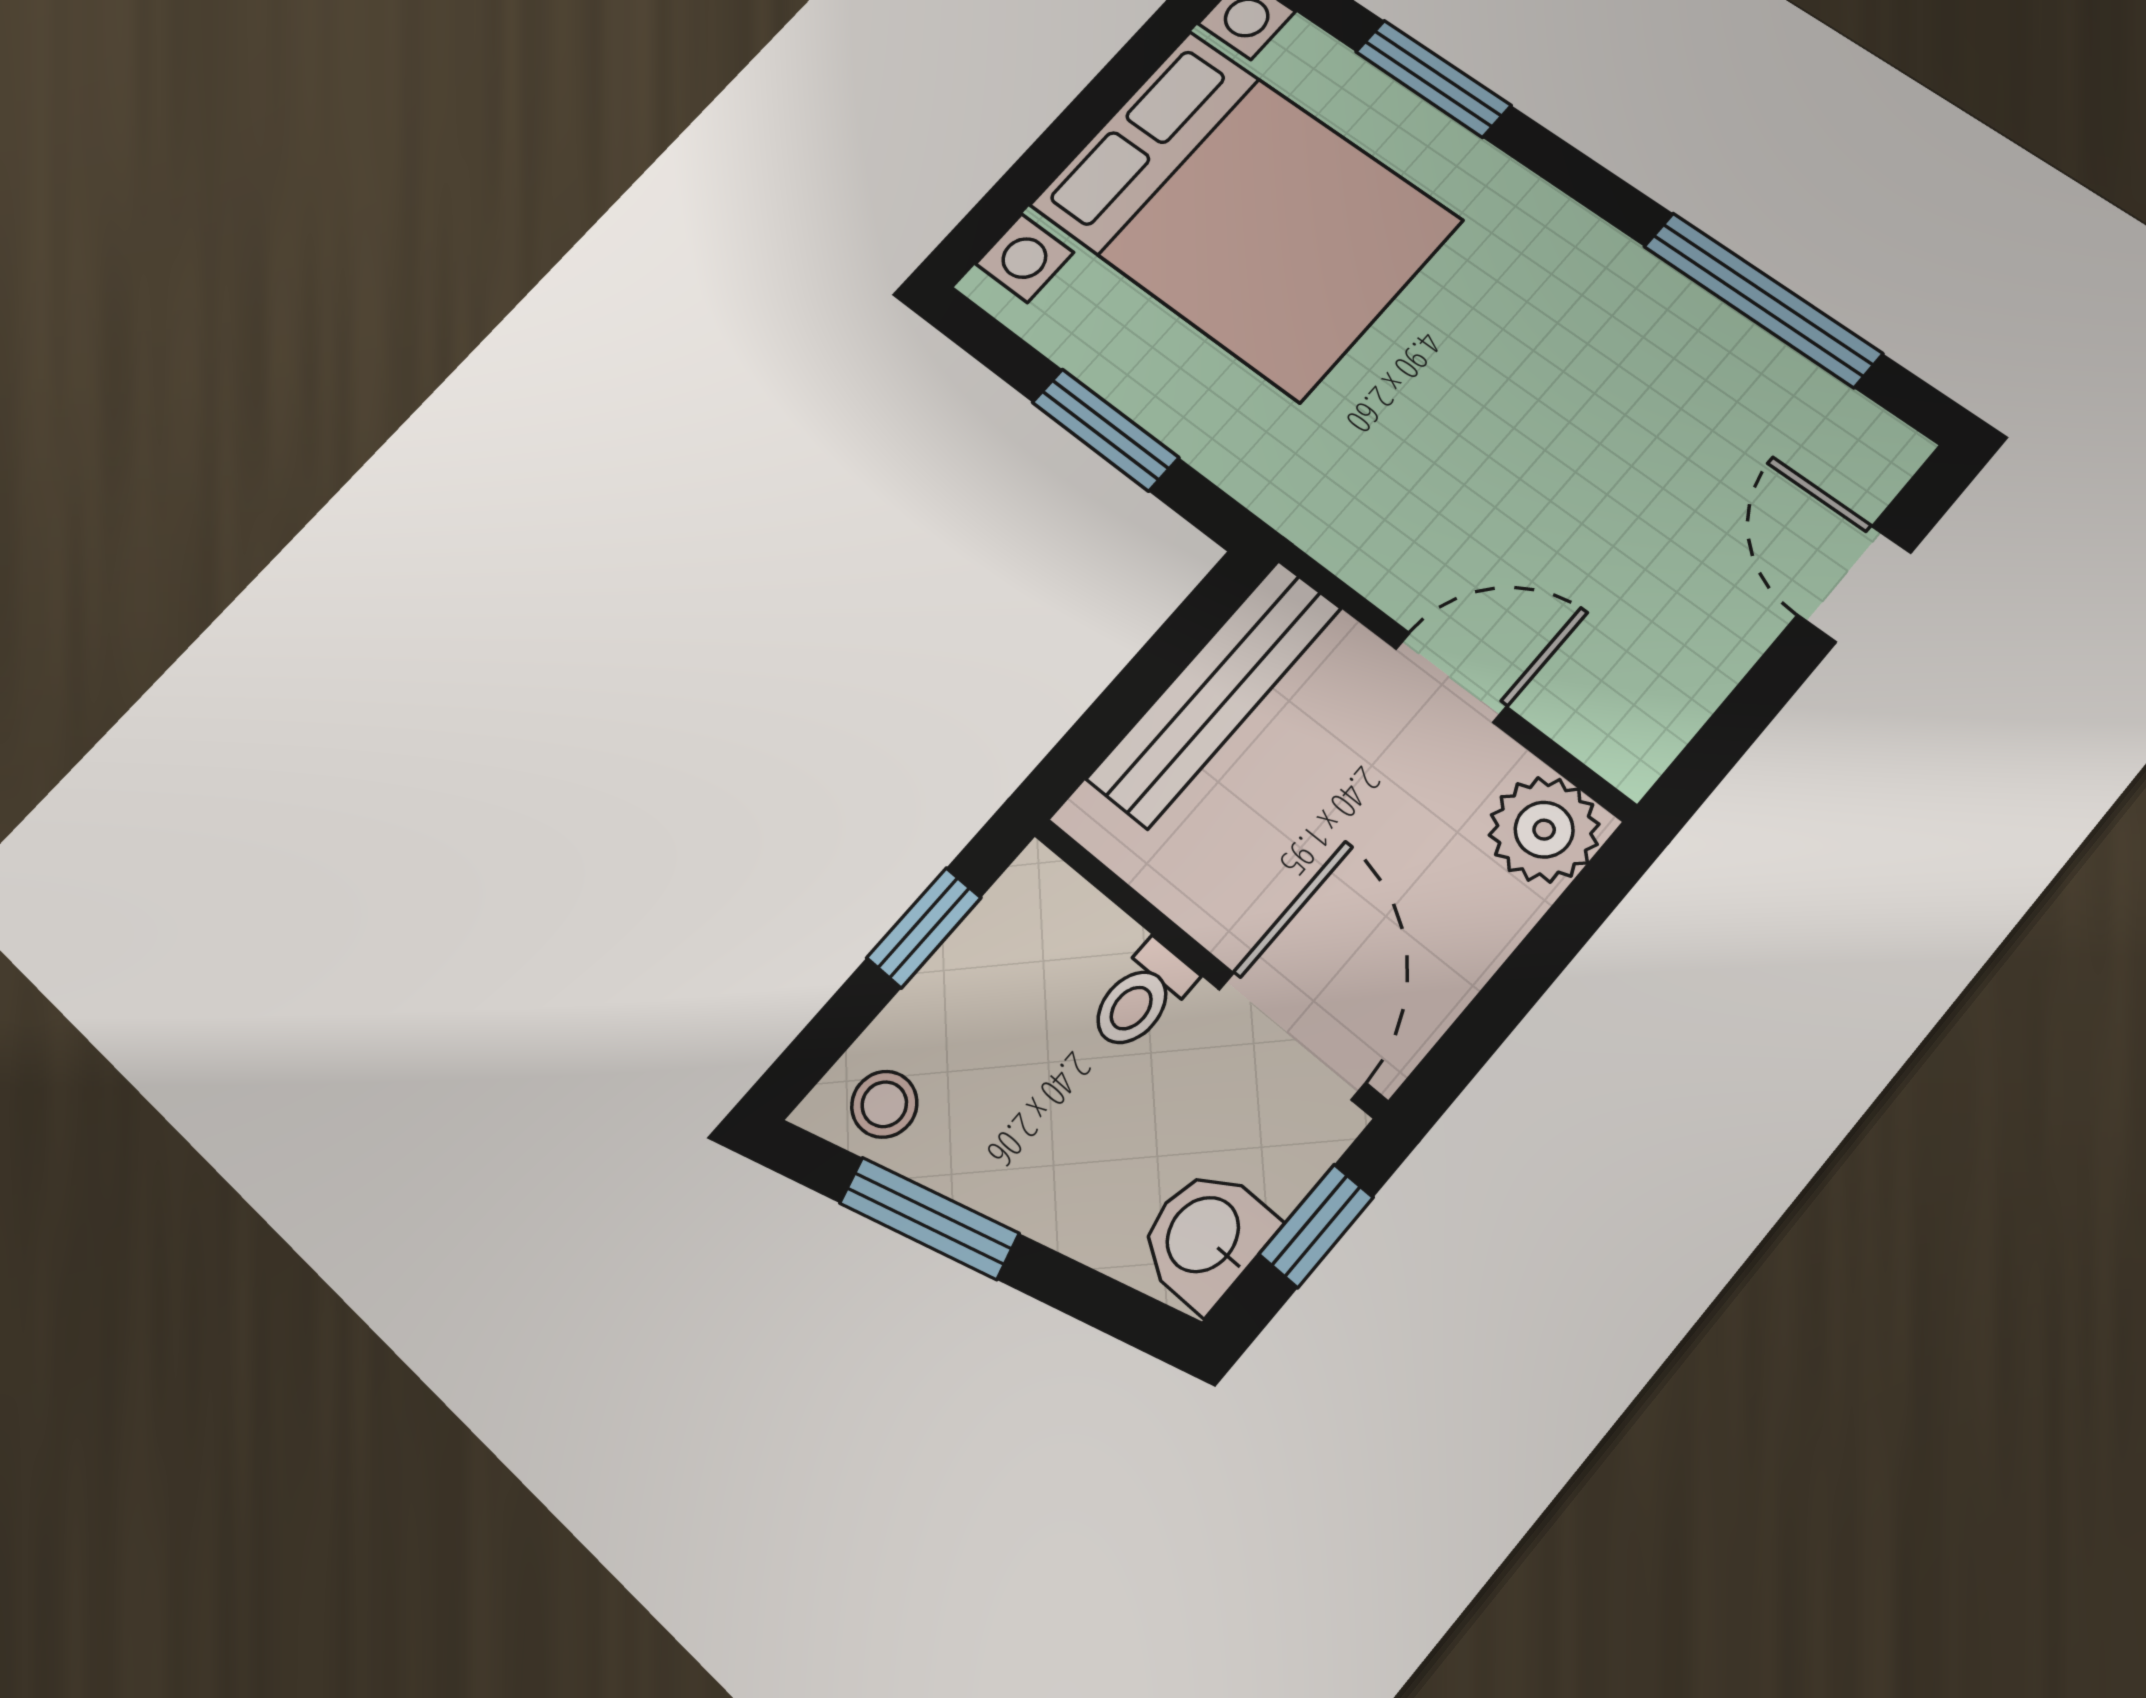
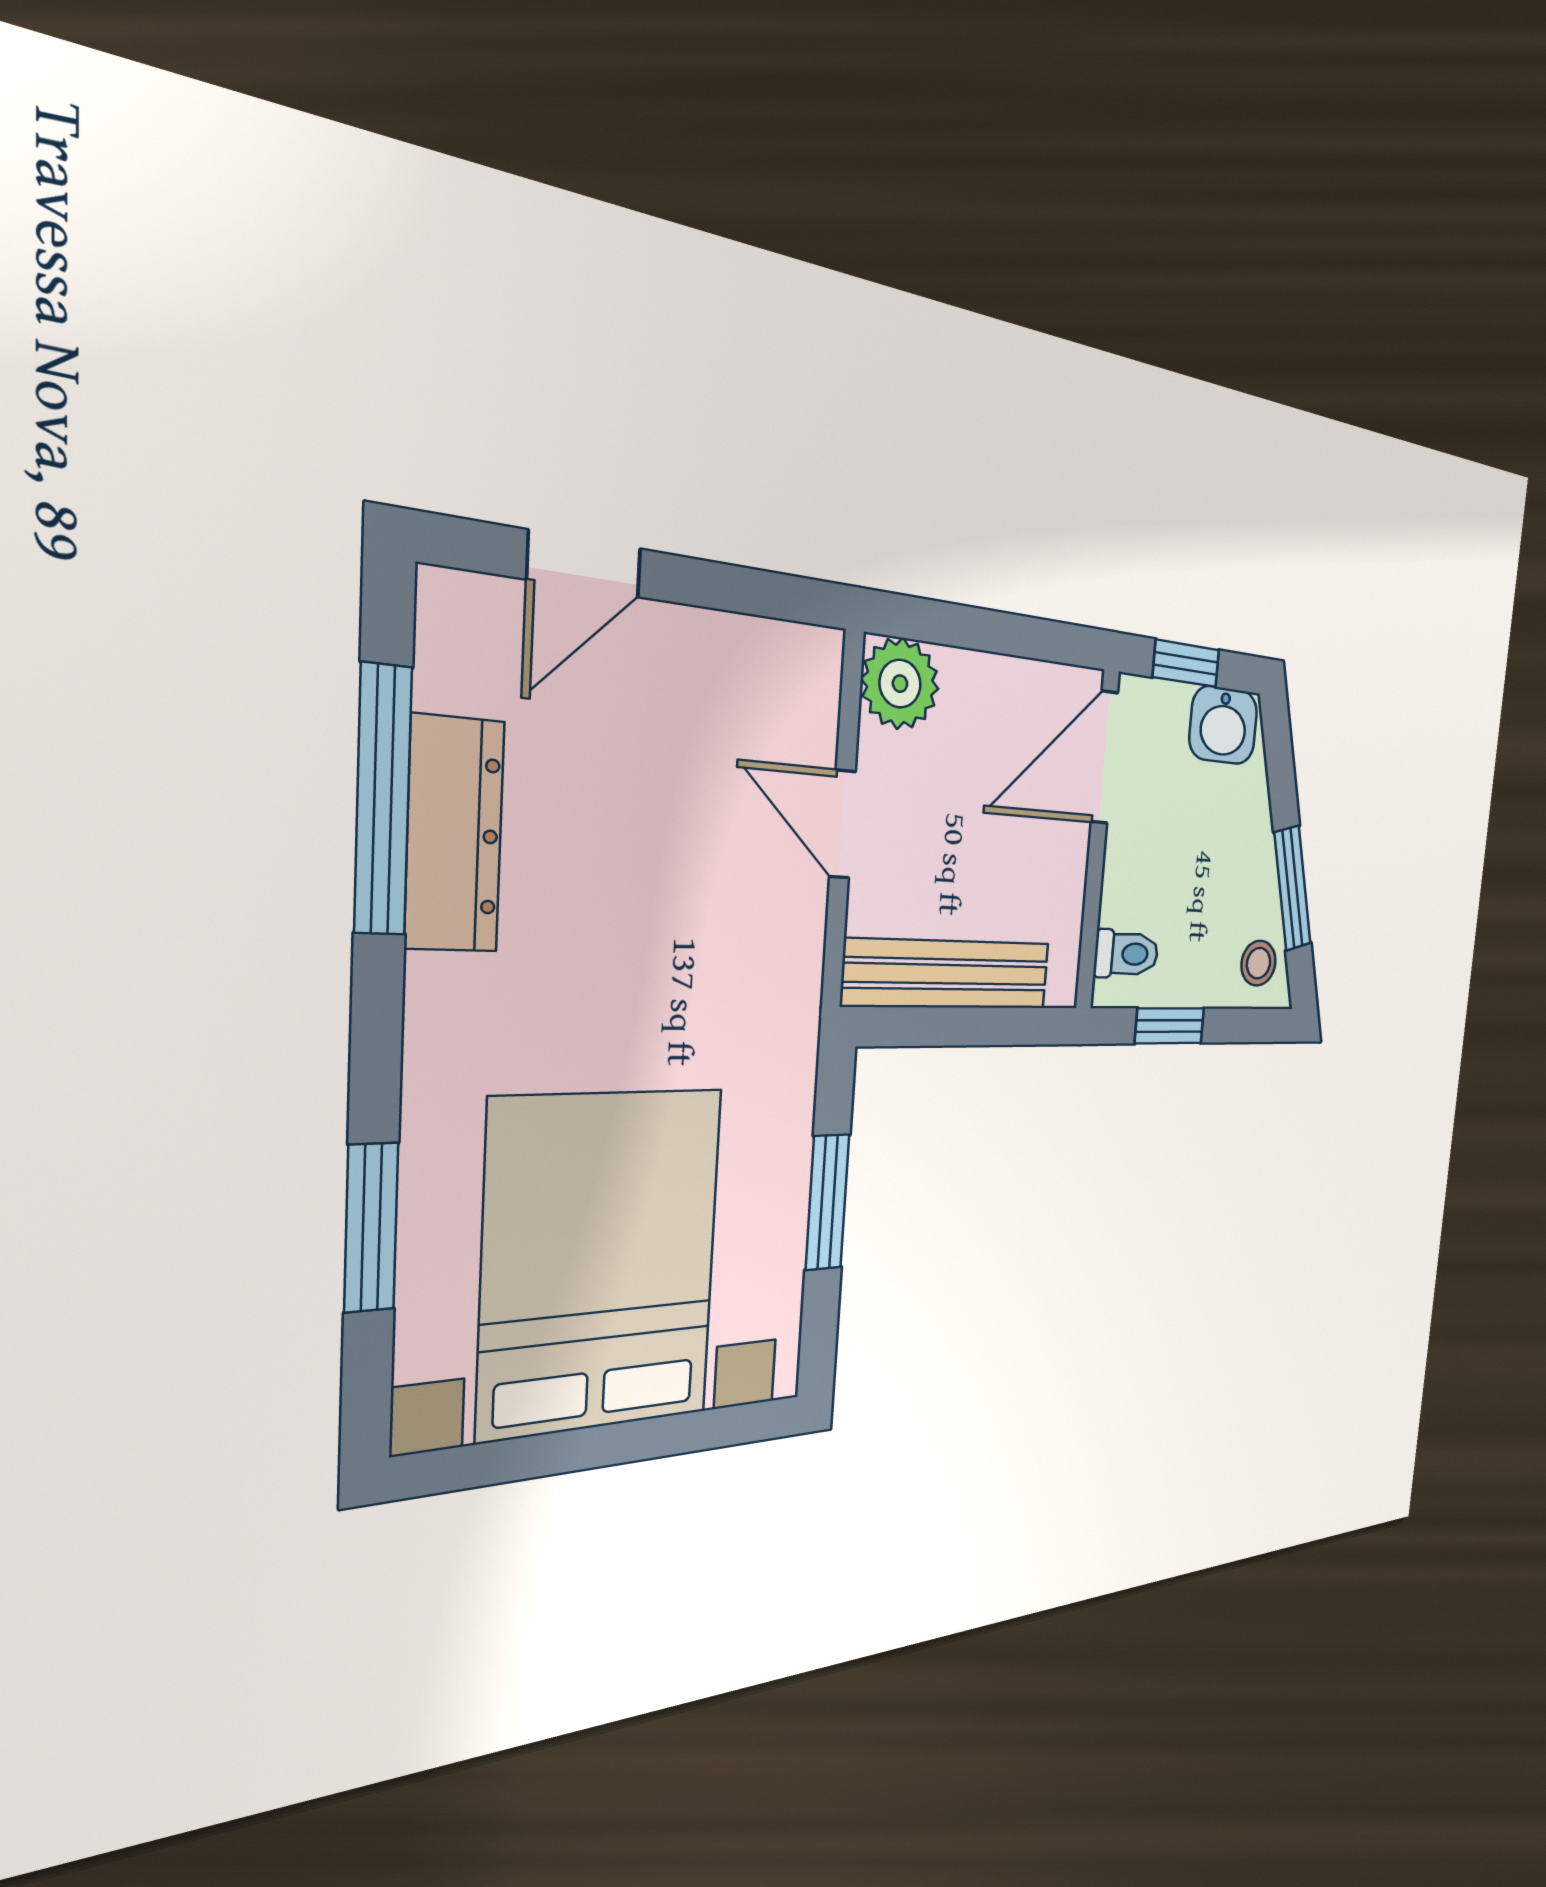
dresser: (1696, 333) -> (454, 835), added
toilet: (1141, 997) -> (1126, 954), moved

